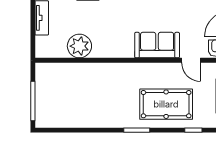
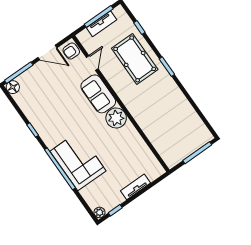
plant: (79, 46) -> (116, 118), moved

